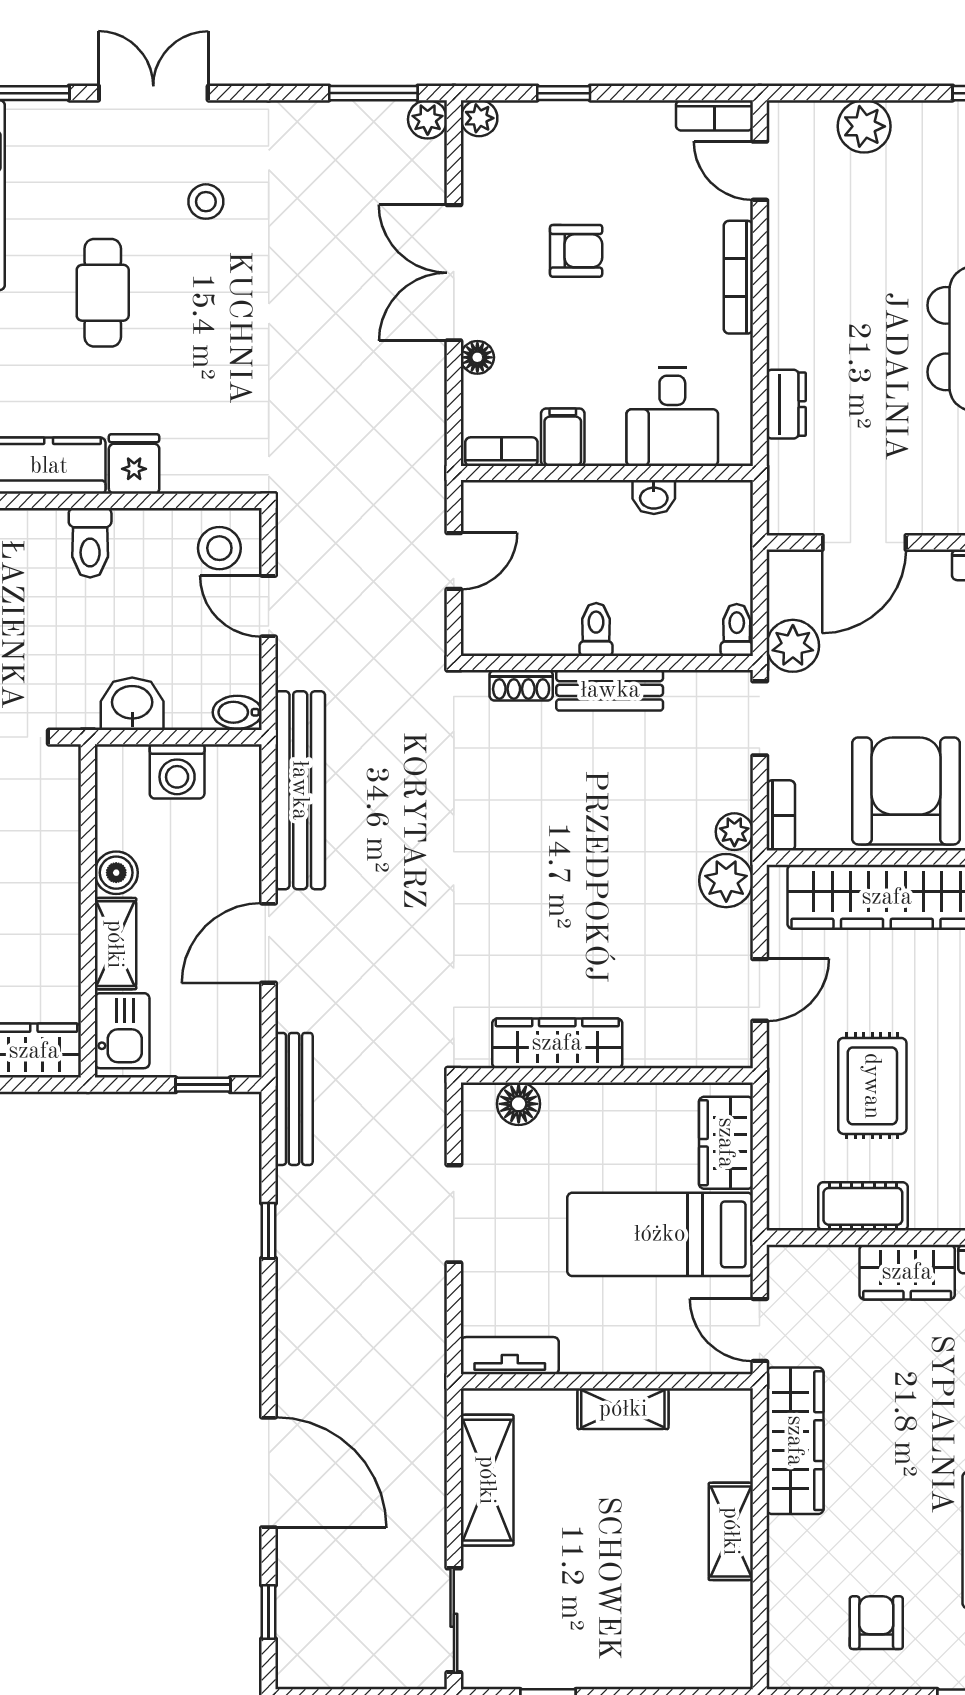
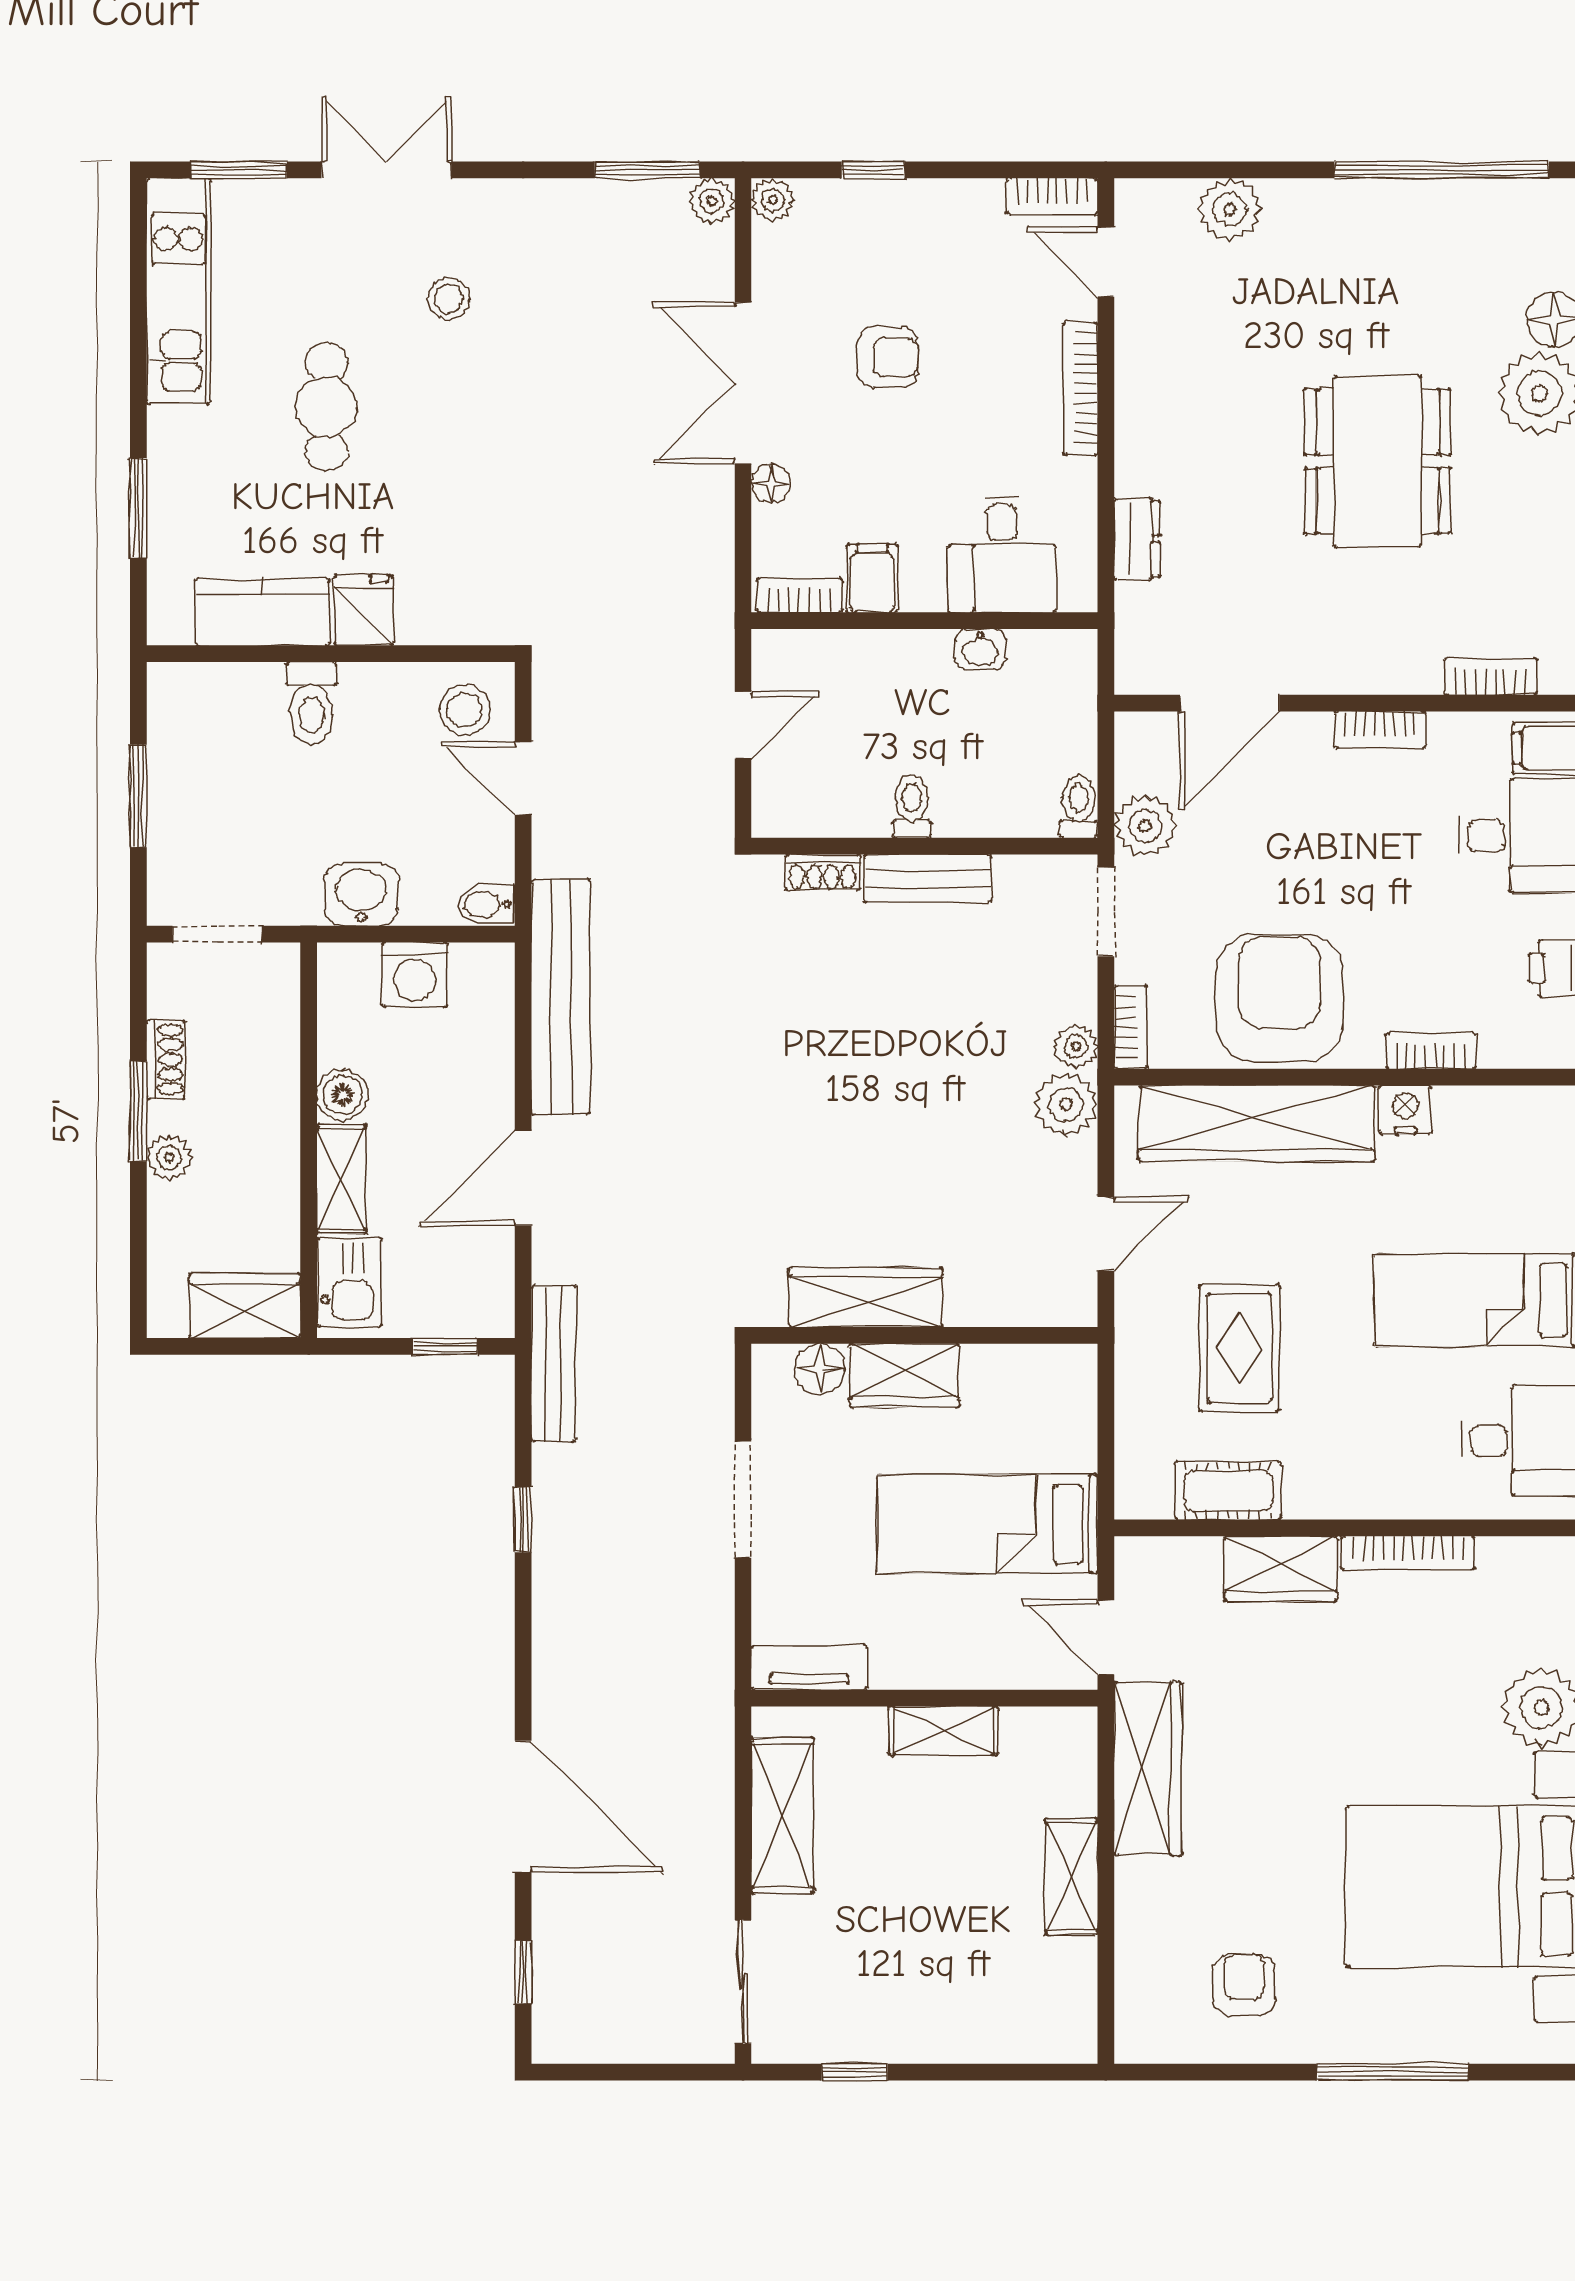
wardrobe: (726, 1143) -> (904, 1375), moved, turned -90

